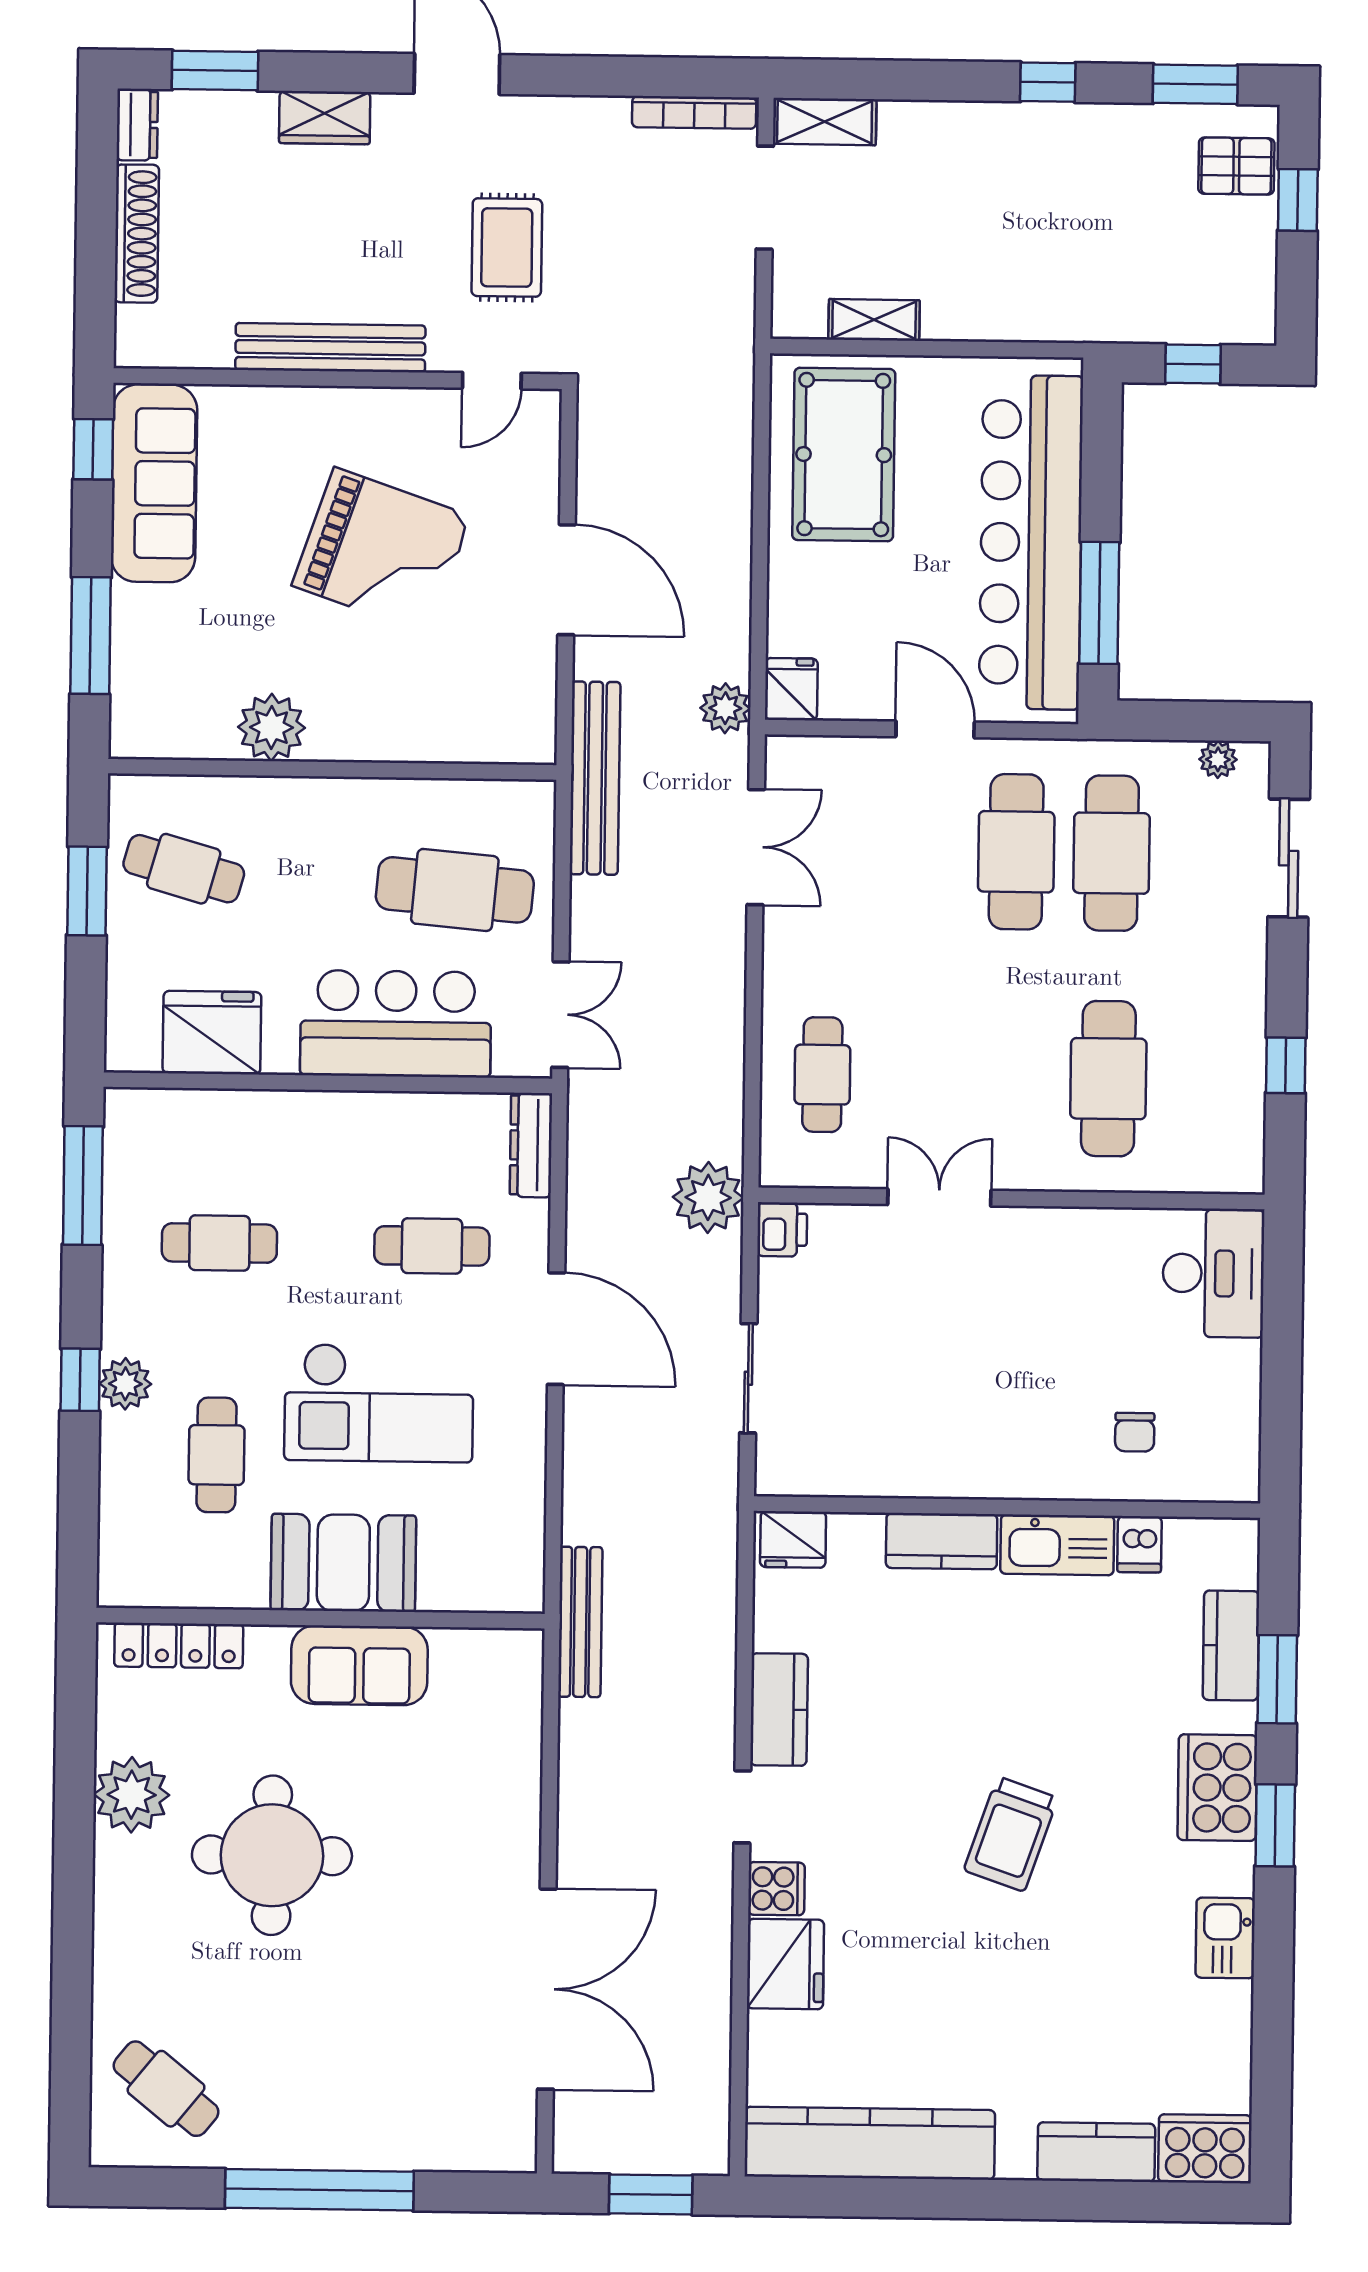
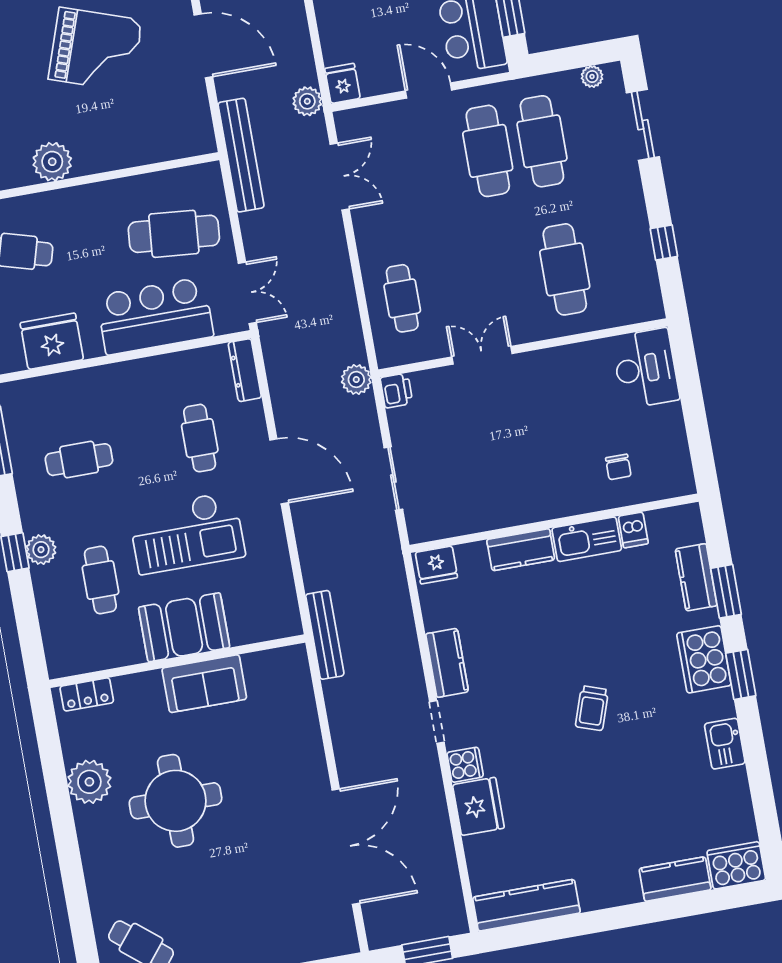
plant: (708, 1197) -> (356, 379), width x0.73, depth x0.73
cafe table: (432, 1246) -> (200, 438), turned 90
locker: (179, 1645) -> (87, 694), width x0.66
trolley: (1011, 1834) -> (592, 708), width x0.73, depth x0.72
kitchen counter: (870, 2143) -> (526, 905), width x0.72, depth x0.86

